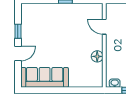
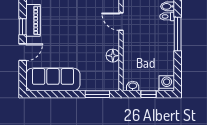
piano: (27, 25) -> (33, 20), added
window: (84, 90) -> (97, 94), added

